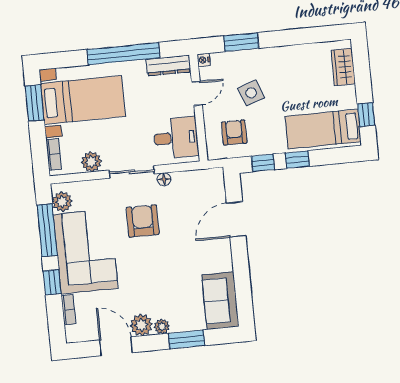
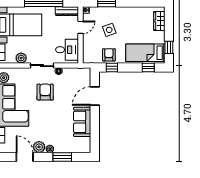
armchair: (234, 132) -> (109, 55), moved
window: (297, 160) -> (148, 68), moved
sofa: (220, 301) -> (82, 122), moved

